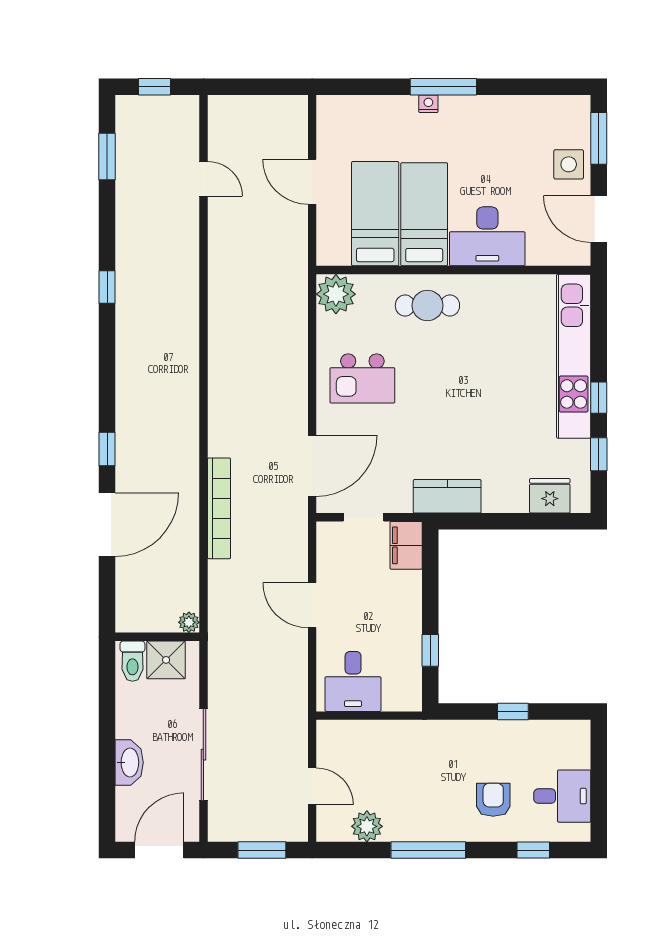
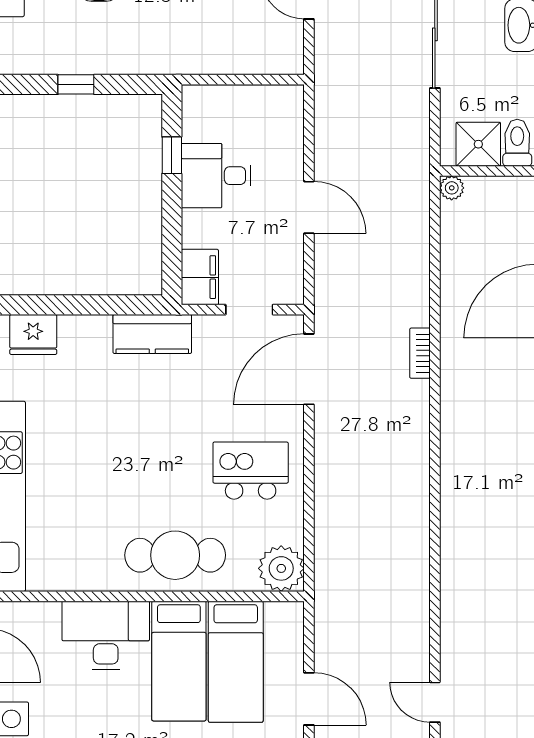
cafe table: (427, 306) -> (175, 555), width x1.37, depth x1.35
bookcase: (219, 508) -> (420, 353), width x0.43, depth x0.76
desk: (353, 681) -> (216, 176), moved, turned -90

